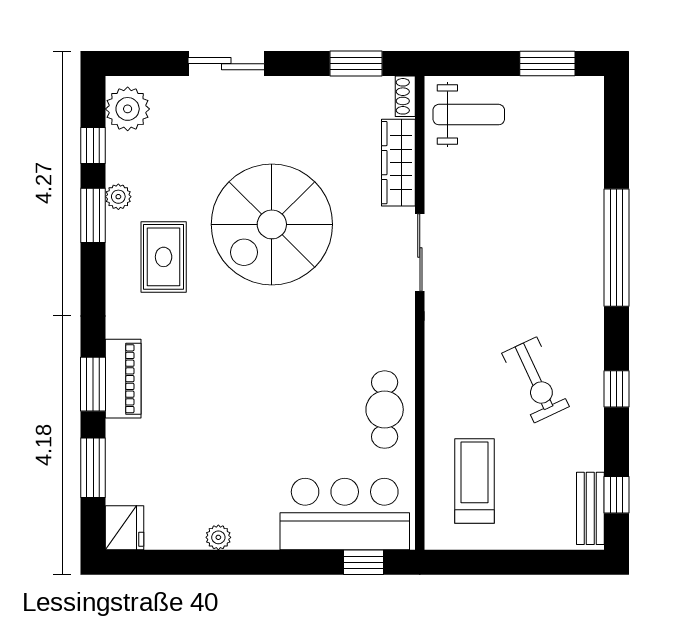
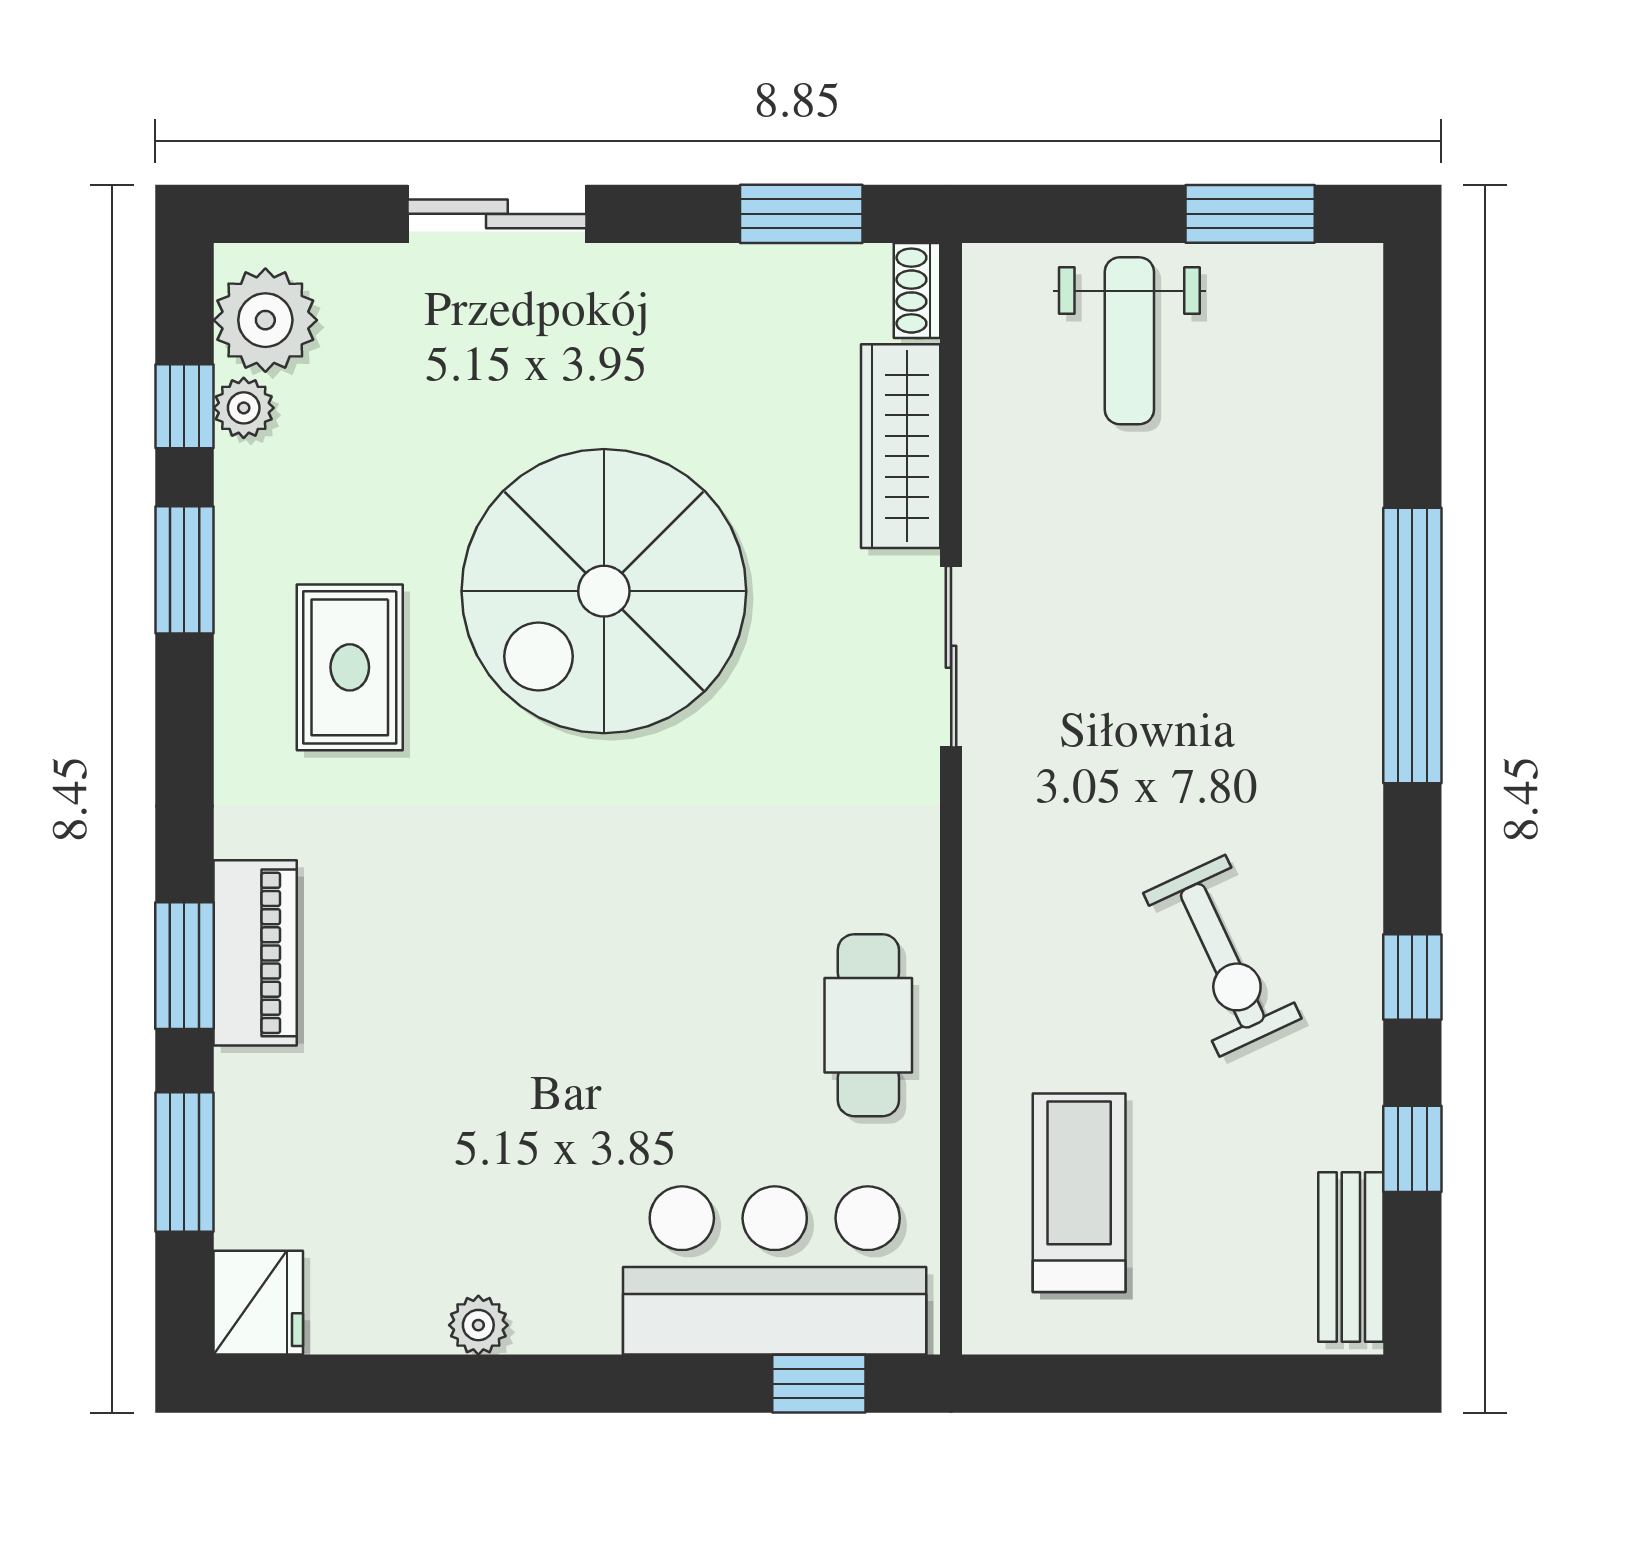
weight bench: (469, 115) -> (1129, 341), moved, turned 90
plant: (118, 197) -> (244, 408), moved
window: (617, 495) -> (1412, 1149), moved

